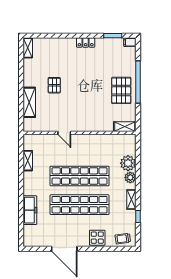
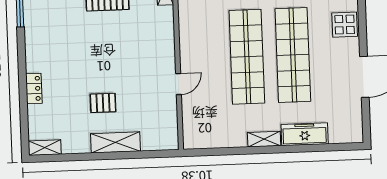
locker: (86, 43) -> (34, 88), moved
shelving: (29, 102) -> (115, 142), moved
shelving: (28, 161) -> (264, 139), moved

